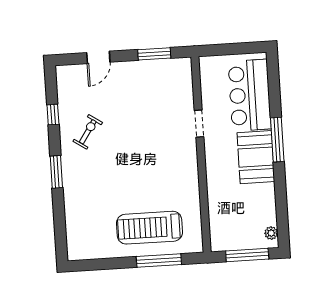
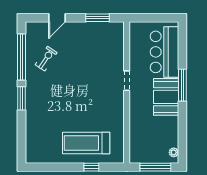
window: (53, 115) -> (22, 57), width x3.17
doorway: (199, 124) -> (127, 81), moved
exercise bike: (88, 132) -> (46, 59), moved
window: (159, 261) -> (91, 167), width x0.46

